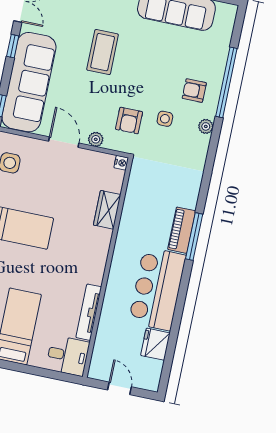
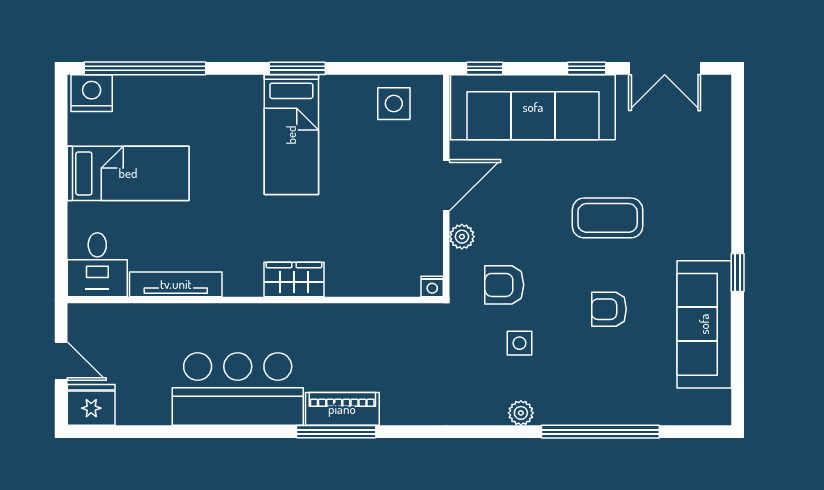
armchair: (194, 91) -> (609, 309), moved, turned -90
wardrobe: (107, 210) -> (294, 280), moved
fridge: (155, 344) -> (91, 405), moved
door: (120, 388) -> (61, 361), hinge flipped

